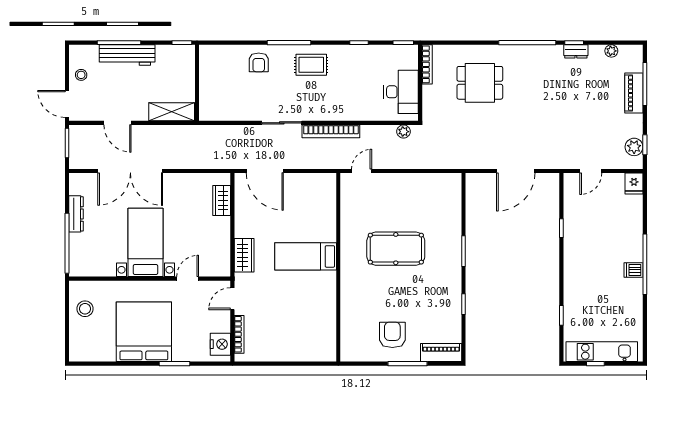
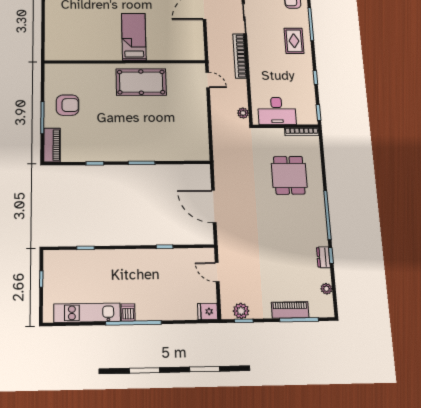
pool table: (396, 249) -> (141, 82), moved, turned 90
kitchen unit: (602, 352) -> (87, 313), moved, turned -90

